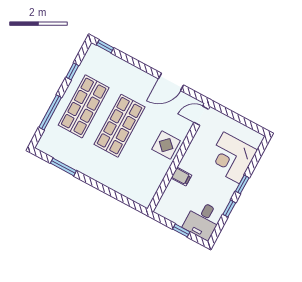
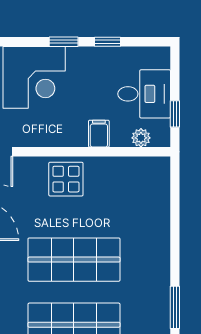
plant: (167, 198) -> (141, 138), added
desk: (203, 220) -> (144, 94), moved
window: (181, 230) -> (175, 114), moved

